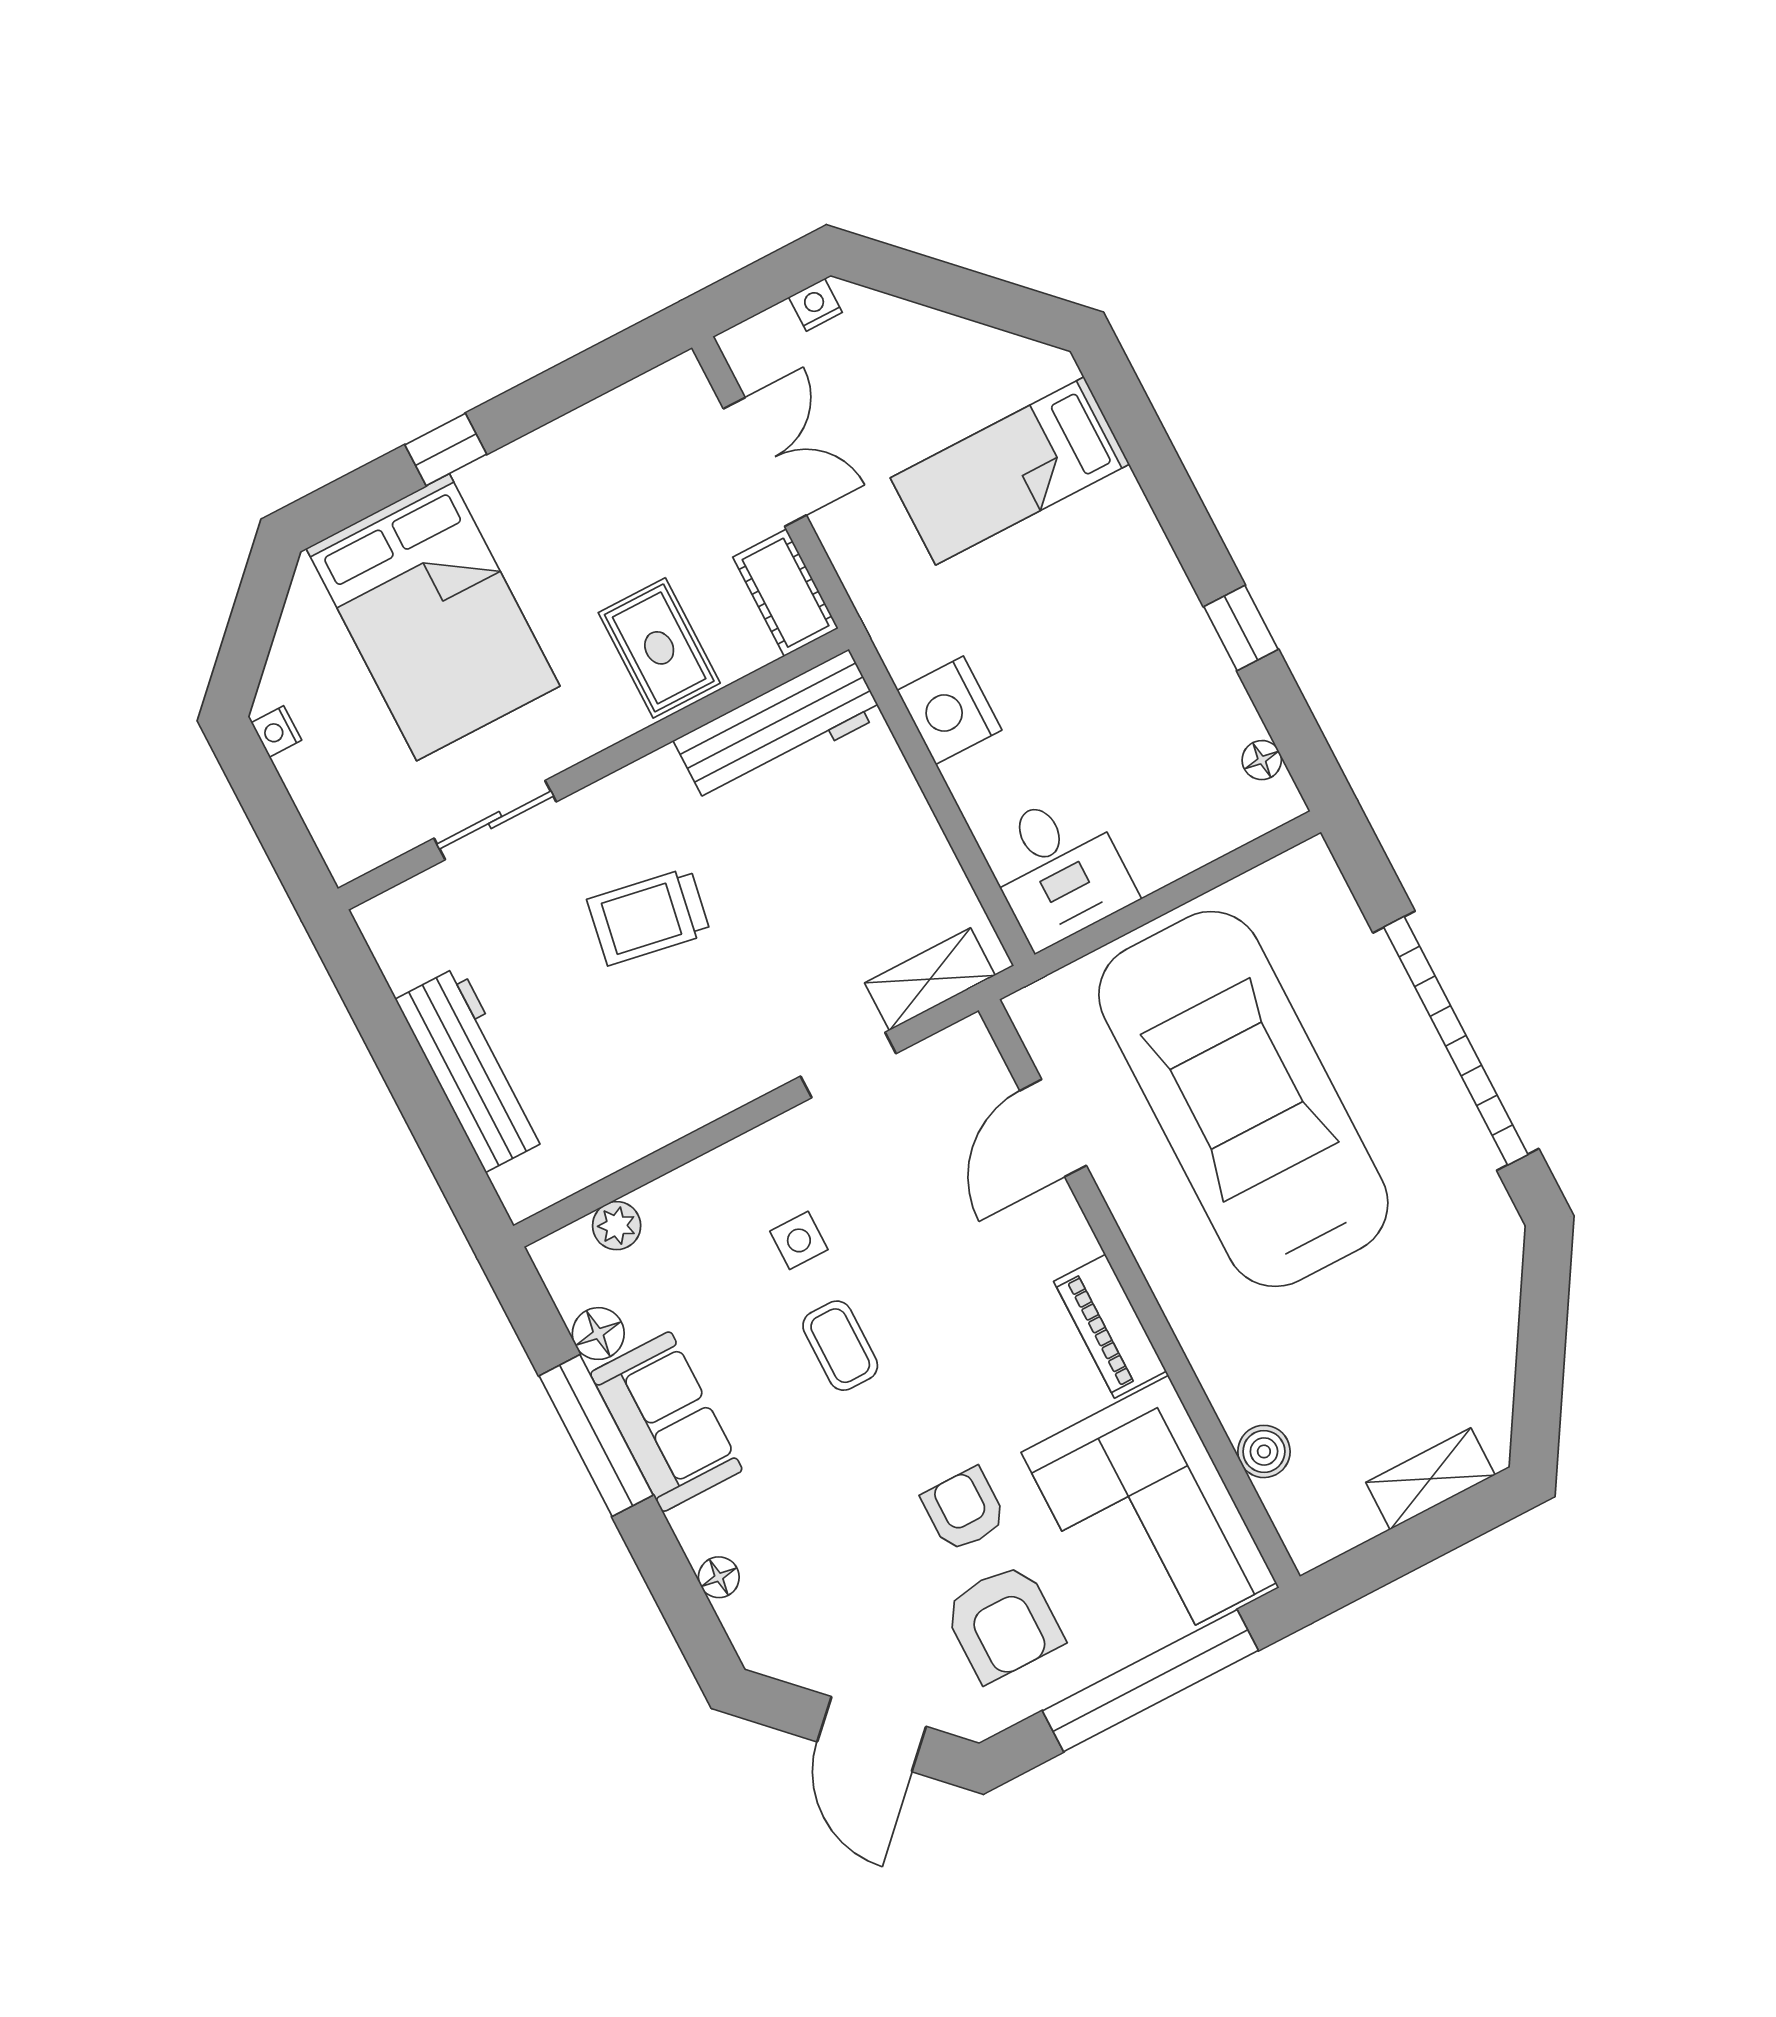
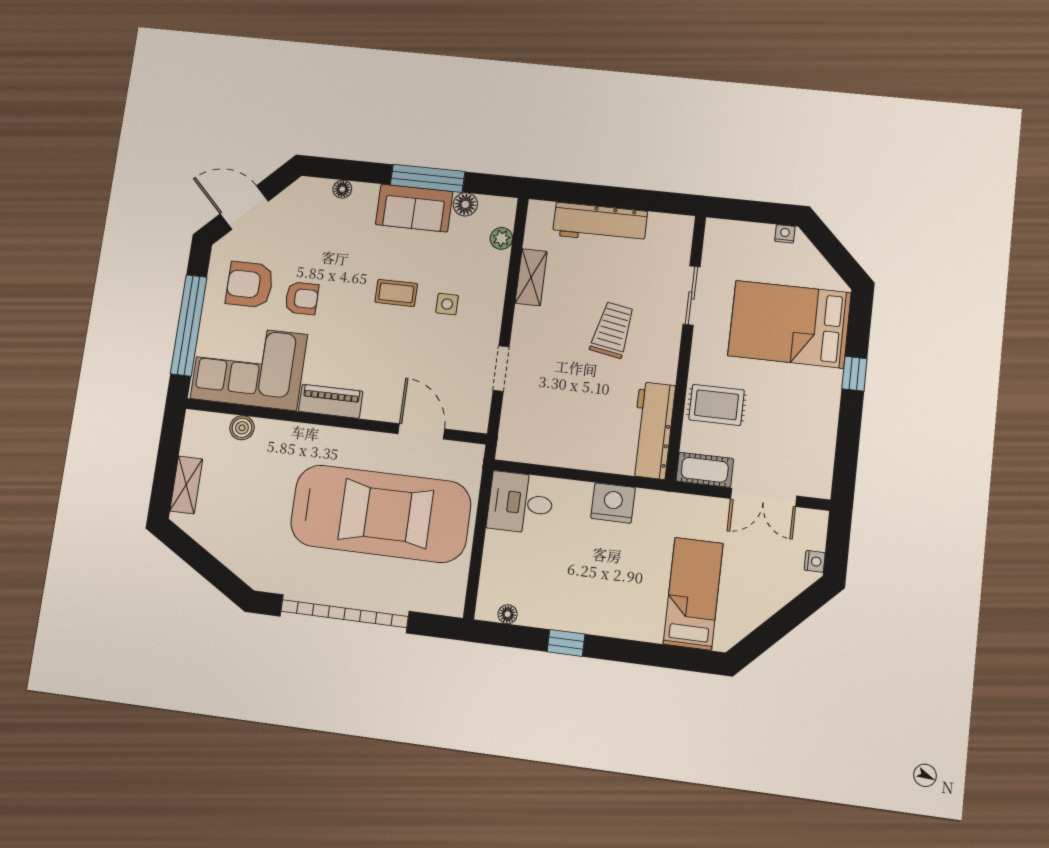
shelving: (930, 979) -> (531, 277), moved

